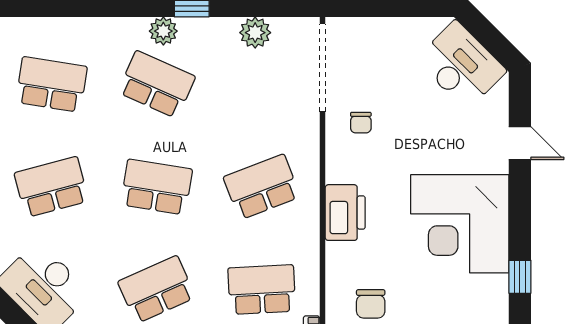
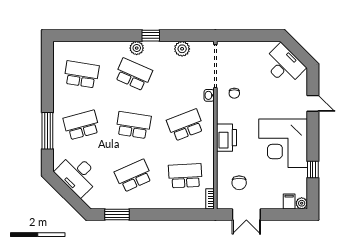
washbasin: (310, 127) -> (209, 95), added

